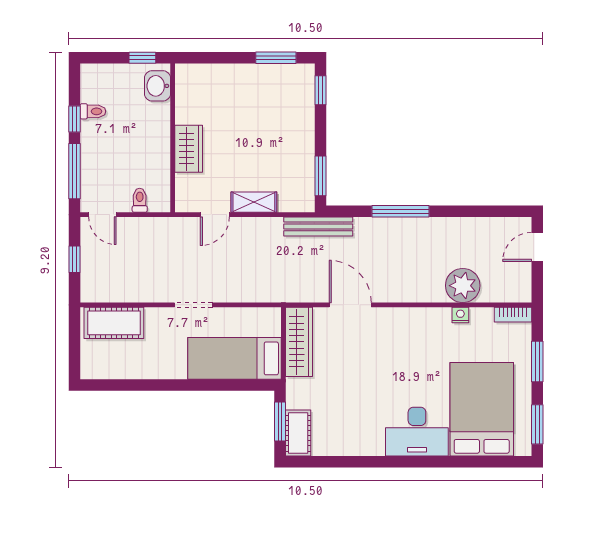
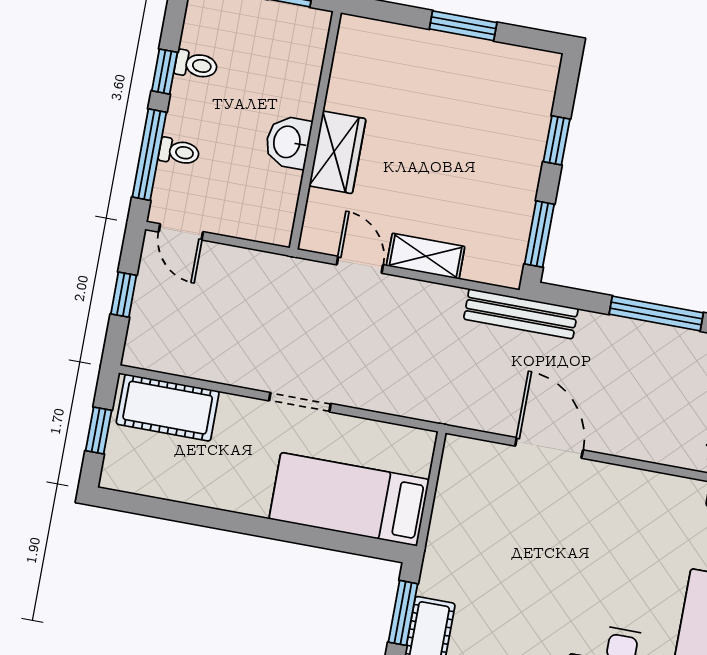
window: (276, 58) -> (463, 26), moved
washbasin: (157, 86) -> (288, 142), moved
window: (321, 90) -> (557, 140), moved
toilet: (140, 200) -> (179, 152), moved, turned 90
door: (215, 215) -> (360, 265), swing flipped
wardrobe: (299, 342) -> (457, 492), removed
window: (75, 345) -> (99, 431), added

